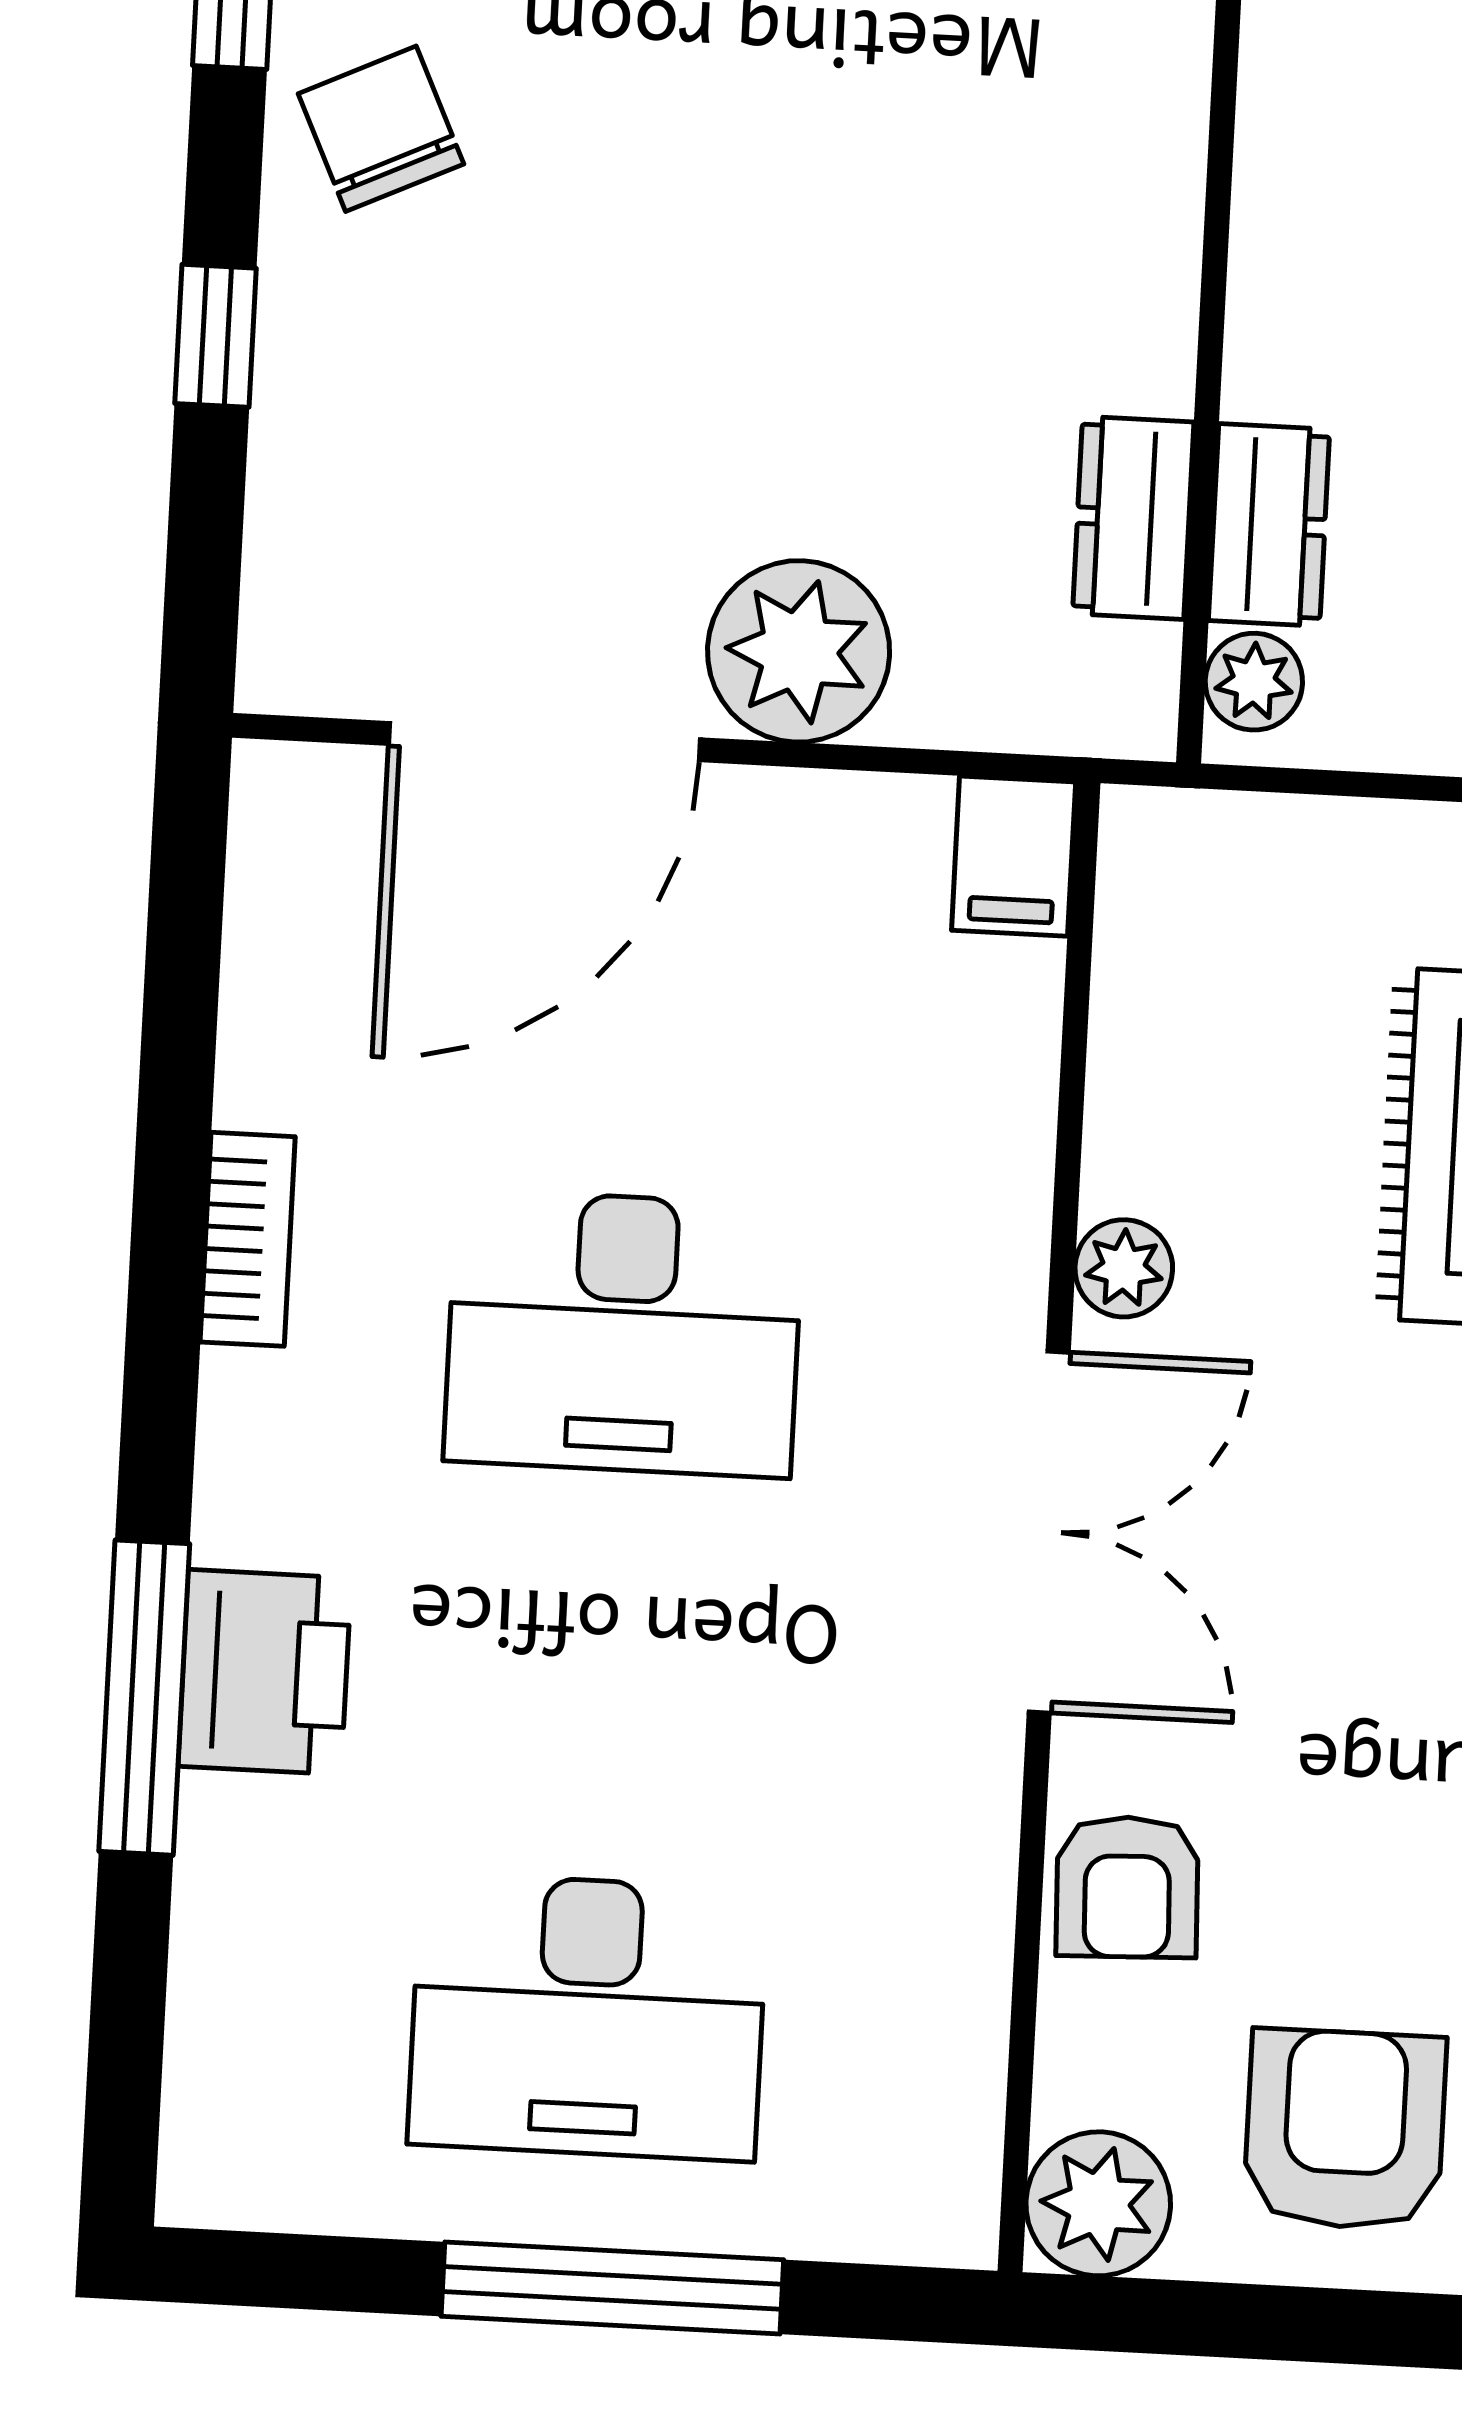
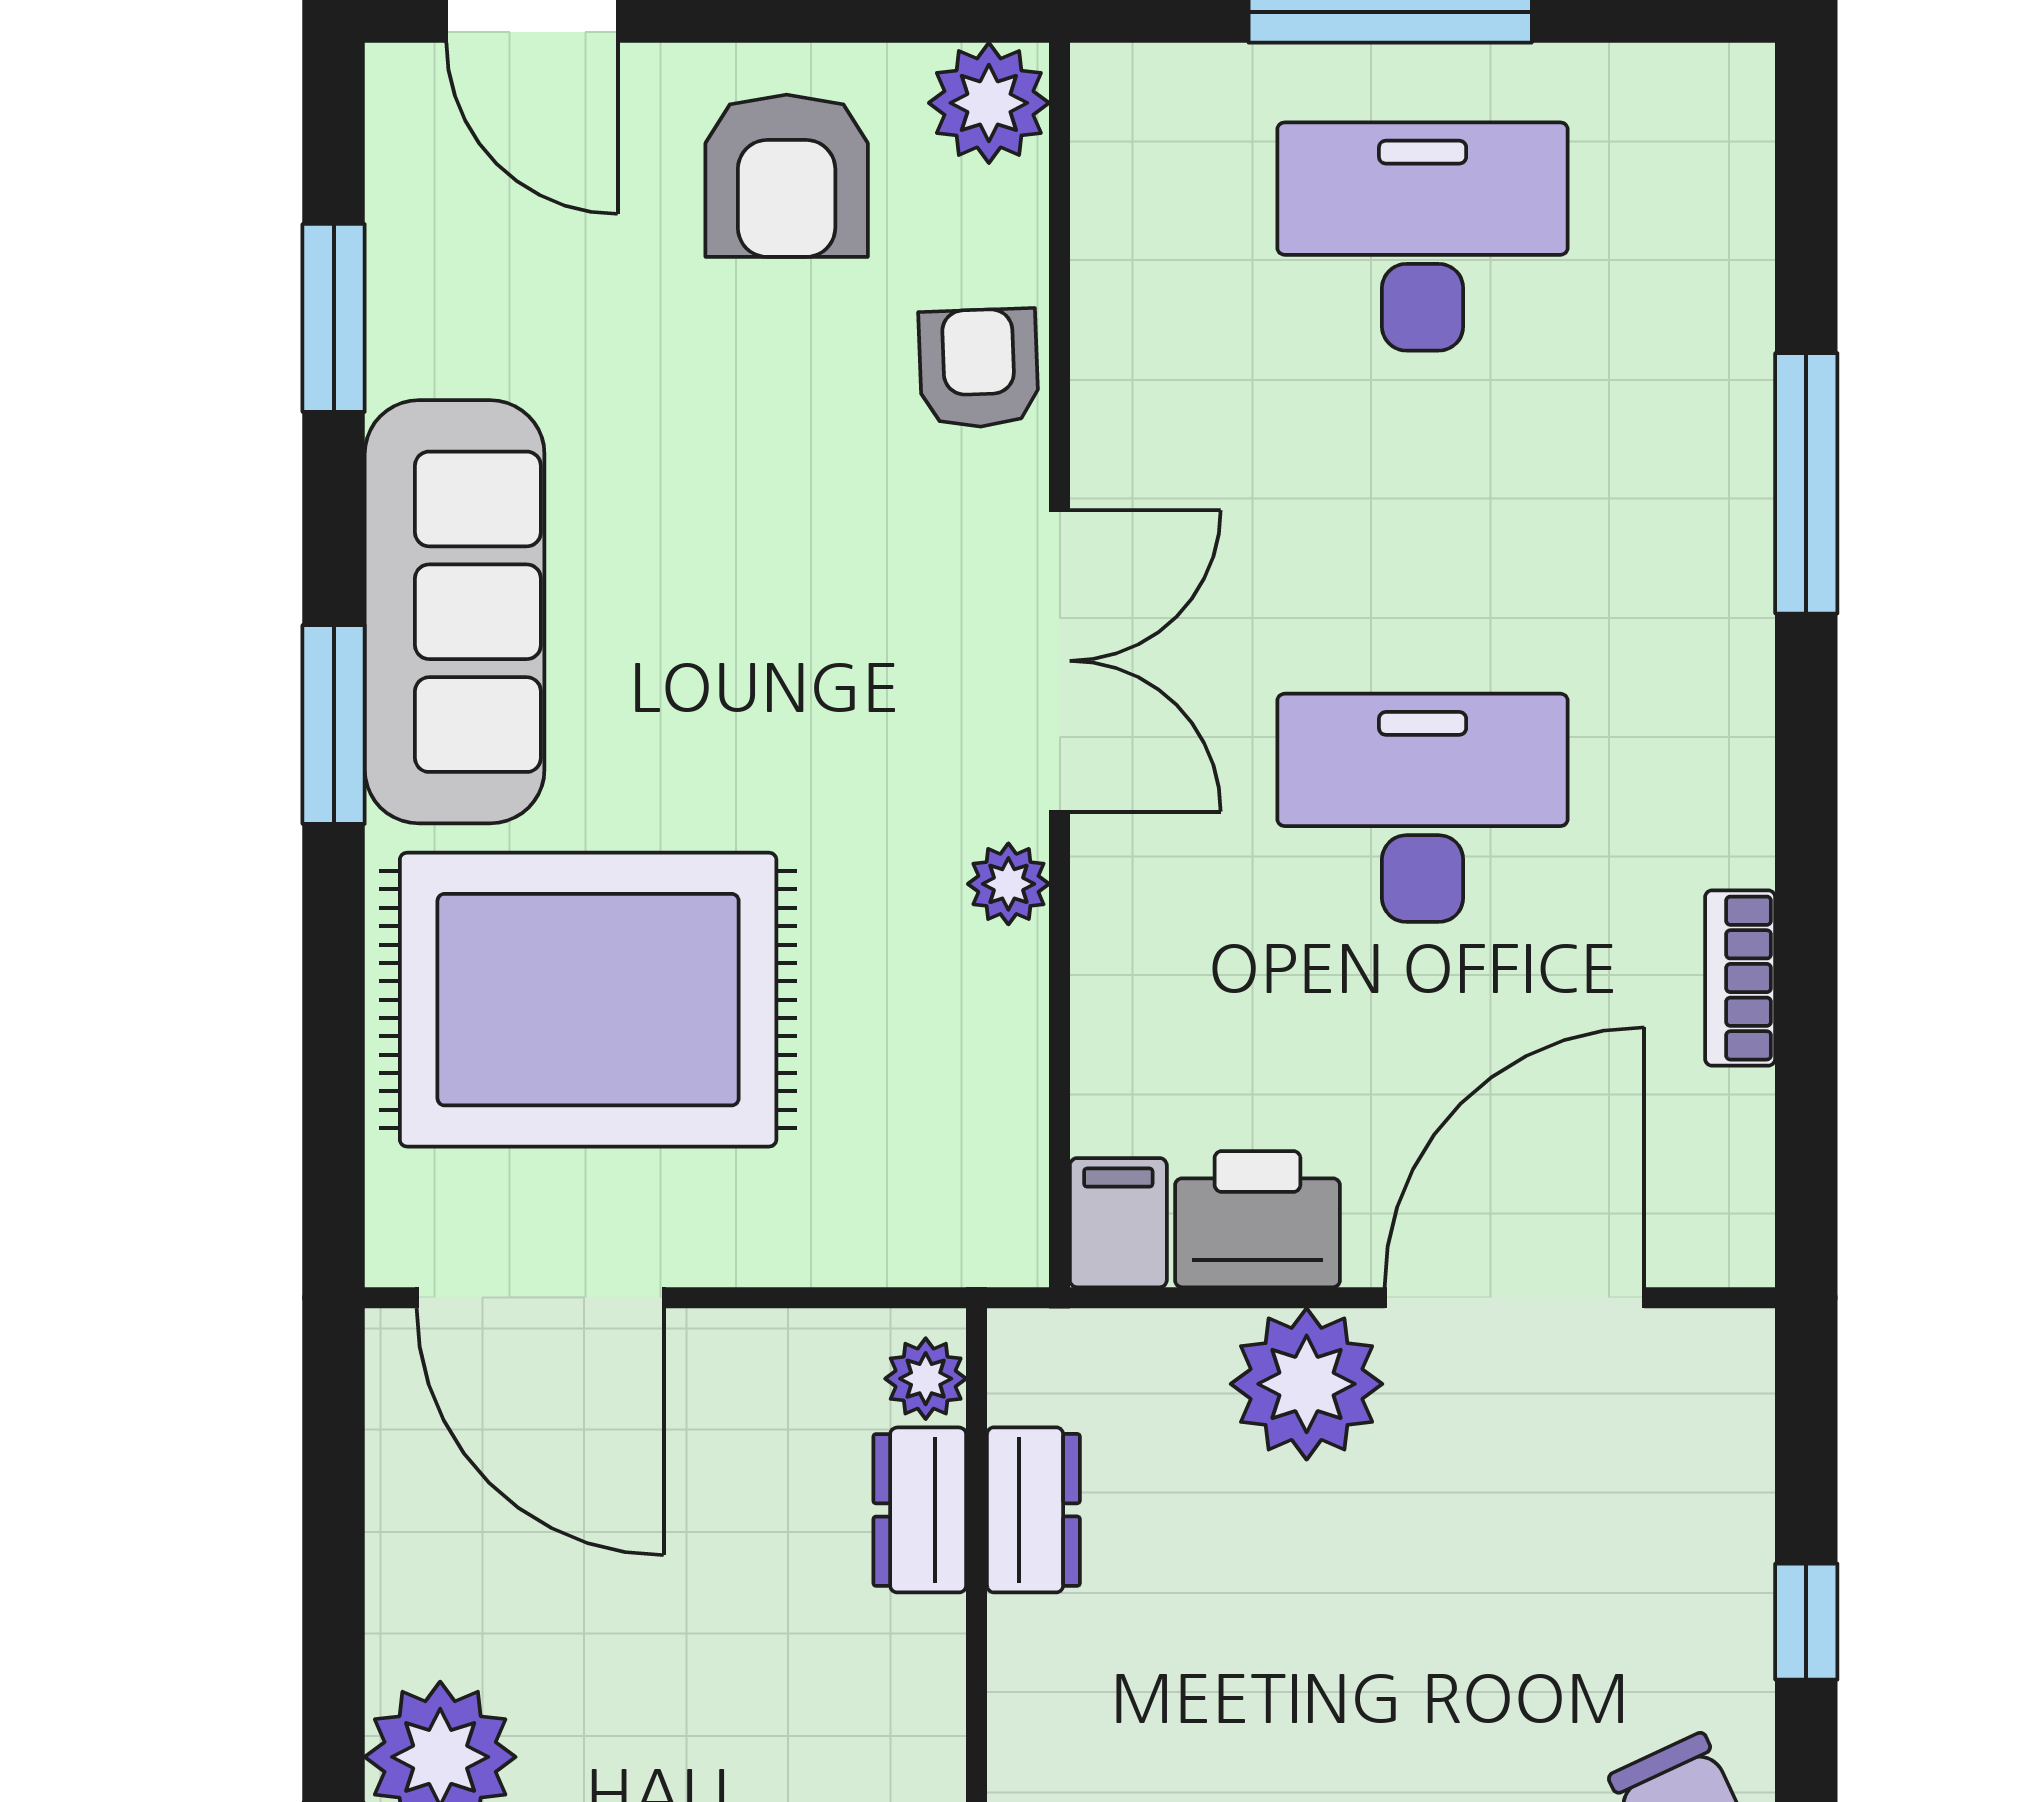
bookcase: (248, 1239) -> (1740, 978), moved
double door: (1049, 1532) -> (1060, 661), swing flipped
printer: (265, 1672) -> (1257, 1219), moved, turned 90

